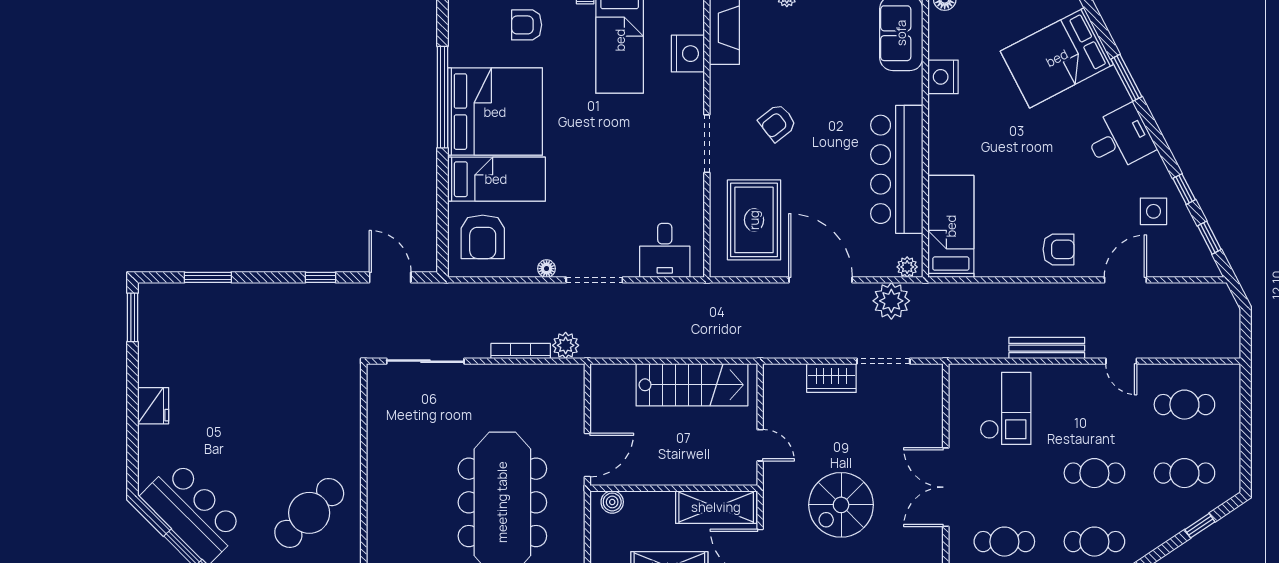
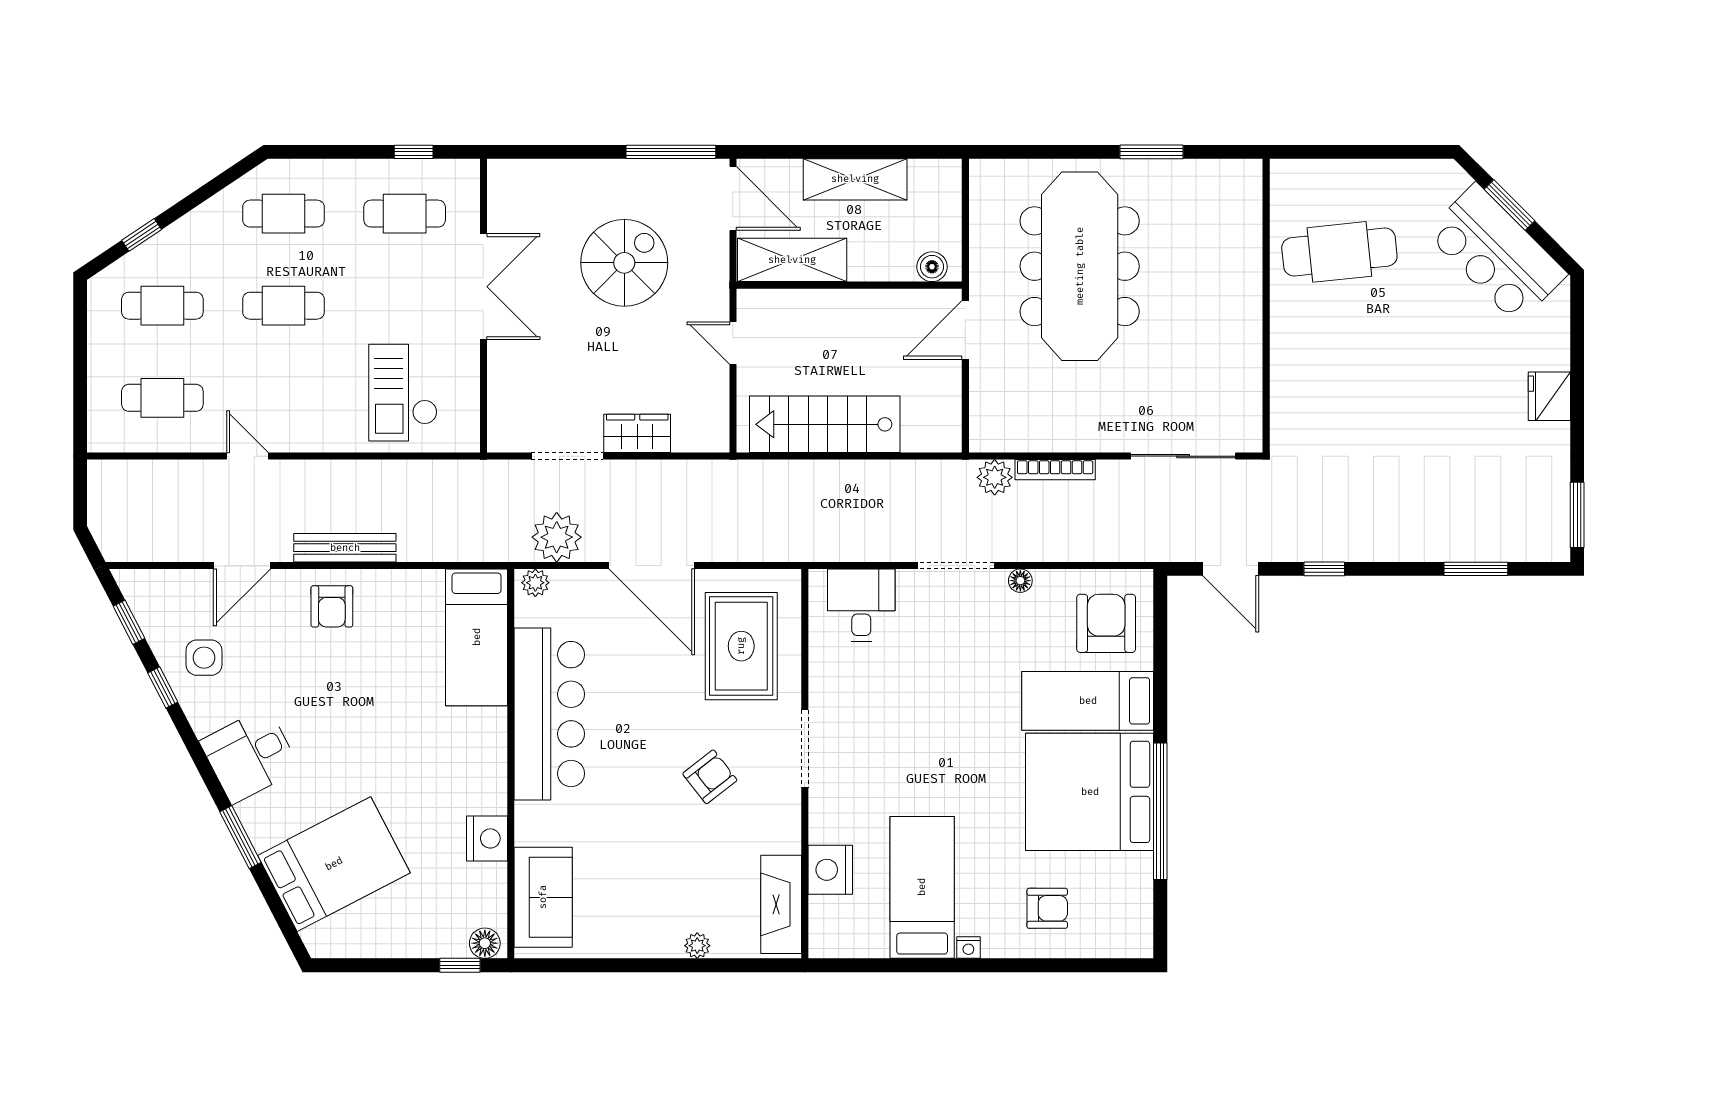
armchair: (1058, 249) -> (332, 606), turned -90
bench: (1047, 348) -> (345, 548), moved
cafe table: (309, 513) -> (1339, 252), turned 39

